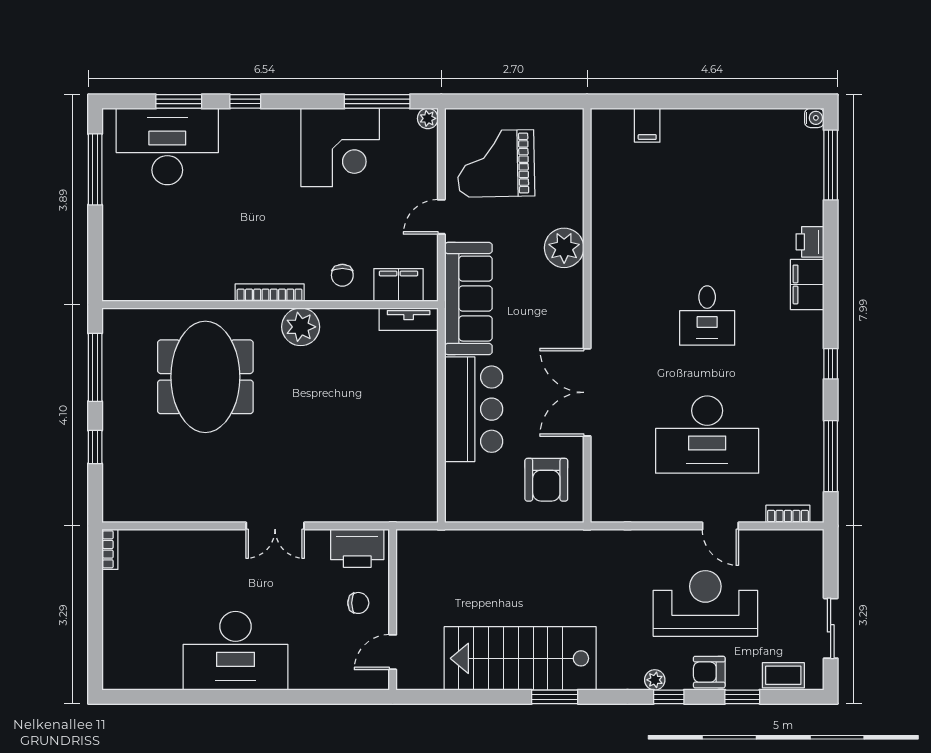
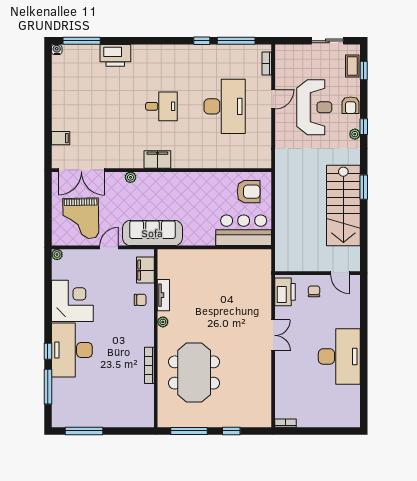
window: (179, 101) -> (48, 387), width x1.44
window: (377, 101) -> (48, 281), removed
desk: (167, 146) -> (72, 350), moved
door: (441, 217) -> (109, 247), swing flipped
printer: (810, 242) -> (115, 55), width x1.87, depth x1.48
plant: (564, 248) -> (130, 177), width x0.53, depth x0.53
filing cabinet: (807, 284) -> (157, 159), moved, turned 180
bookcase: (270, 293) -> (149, 365), moved
tv unit: (409, 319) -> (163, 295), moved
plant: (301, 327) -> (163, 322), width x0.53, depth x0.53
window: (831, 364) -> (202, 41), moved
meeting table: (205, 377) -> (194, 372), turned 90
double door: (587, 392) -> (81, 170), moved
bar counter: (474, 409) -> (244, 230), moved
reception desk: (705, 604) -> (314, 107), turned 180
window: (742, 697) -> (364, 71), moved

